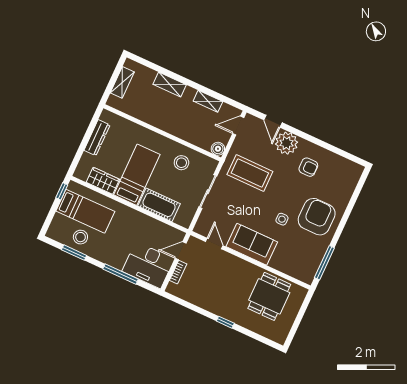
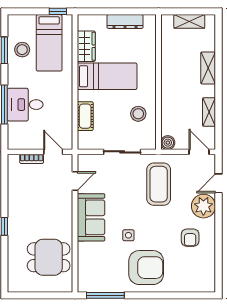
cot: (159, 205) -> (85, 116), width x0.73, depth x0.75
desk: (148, 265) -> (25, 105), moved, width x0.73

